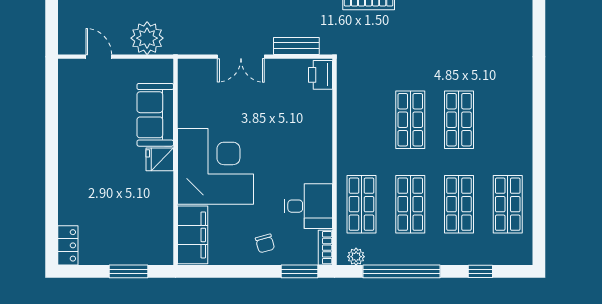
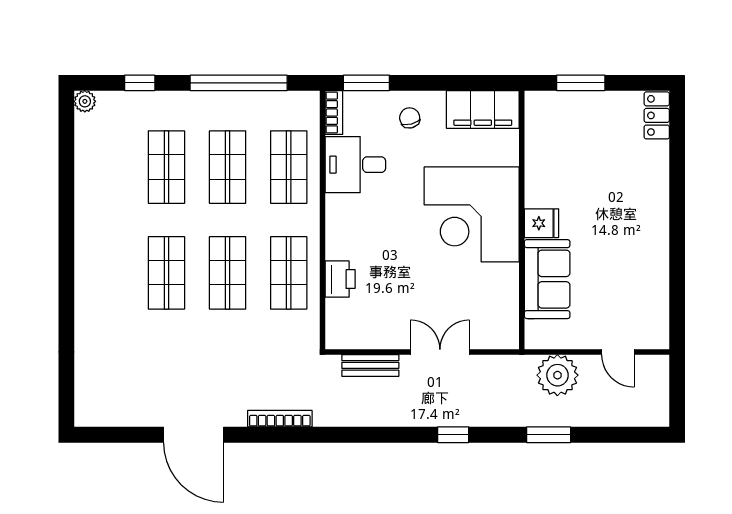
printer: (320, 75) -> (340, 279), moved
shop shelf: (508, 204) -> (289, 273), moved
filing cabinet: (193, 235) -> (483, 109), moved, turned -90
plant: (356, 257) -> (85, 101), moved

